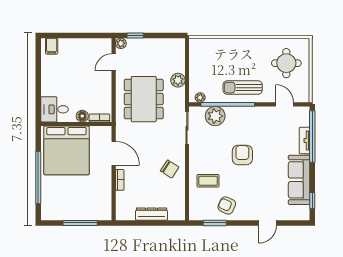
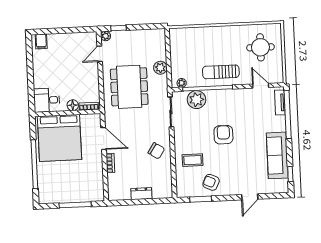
tv unit: (304, 141) -> (280, 102), moved
dresser: (152, 214) -> (141, 194), width x0.70

